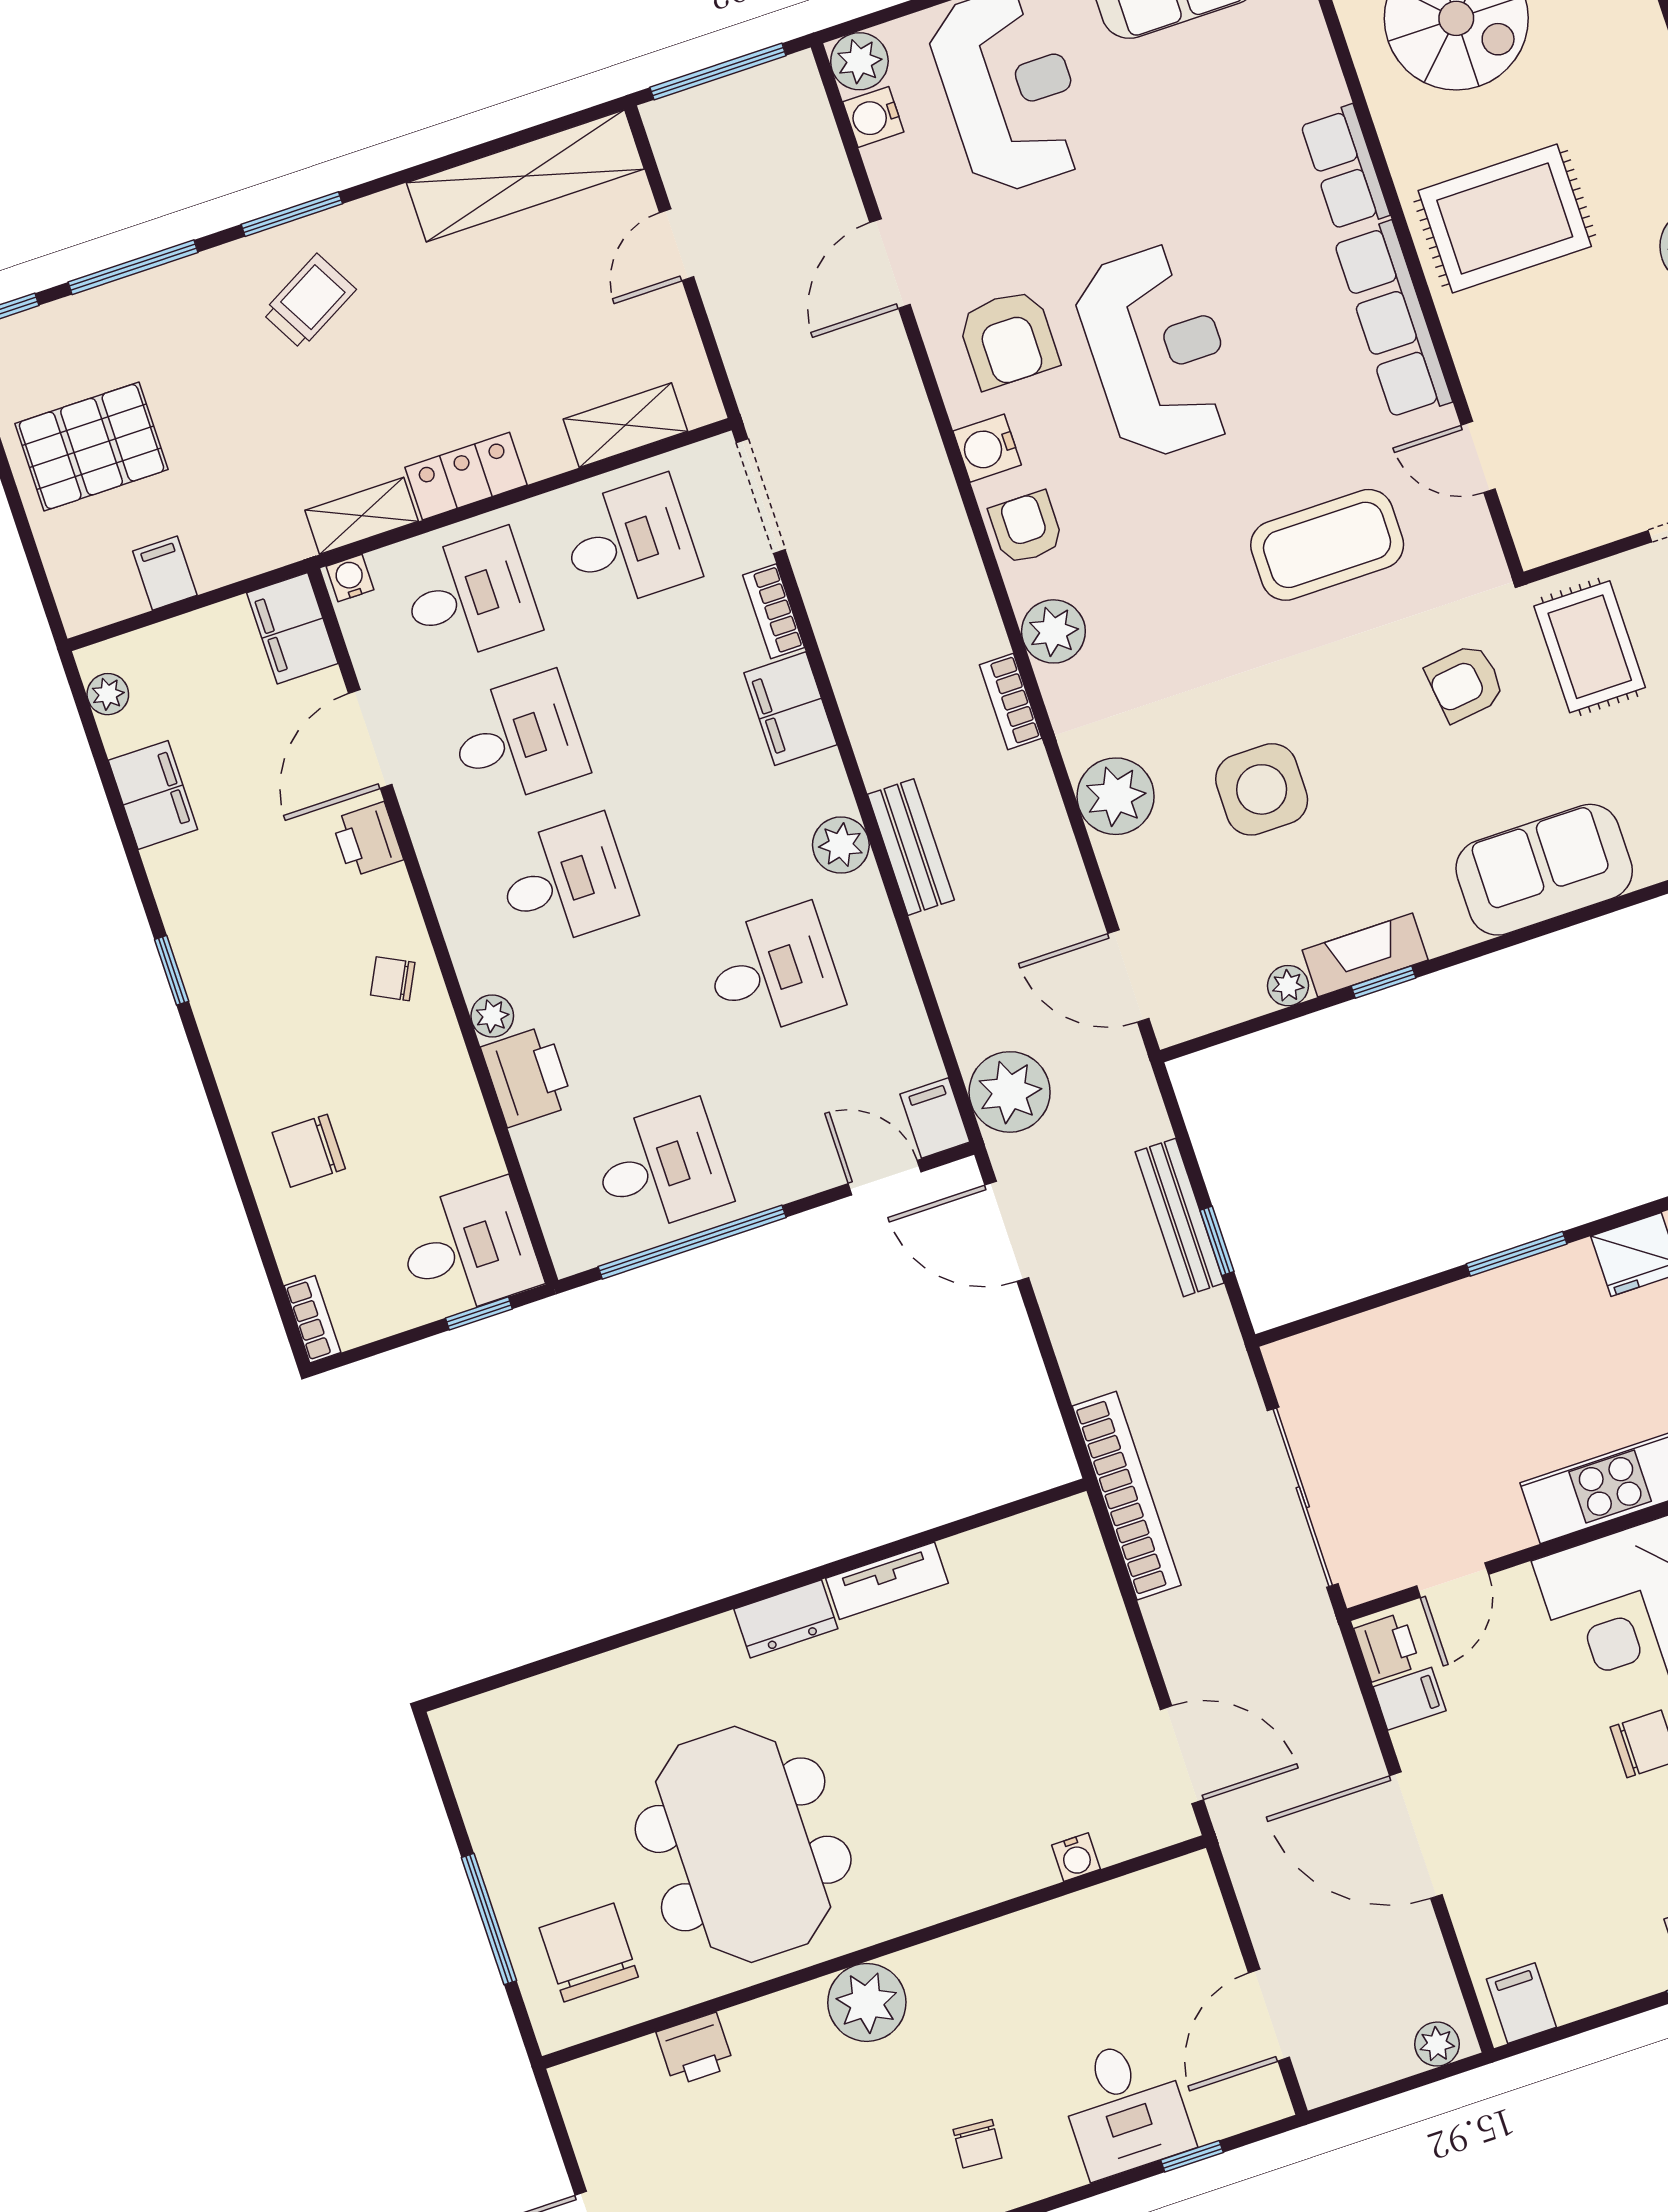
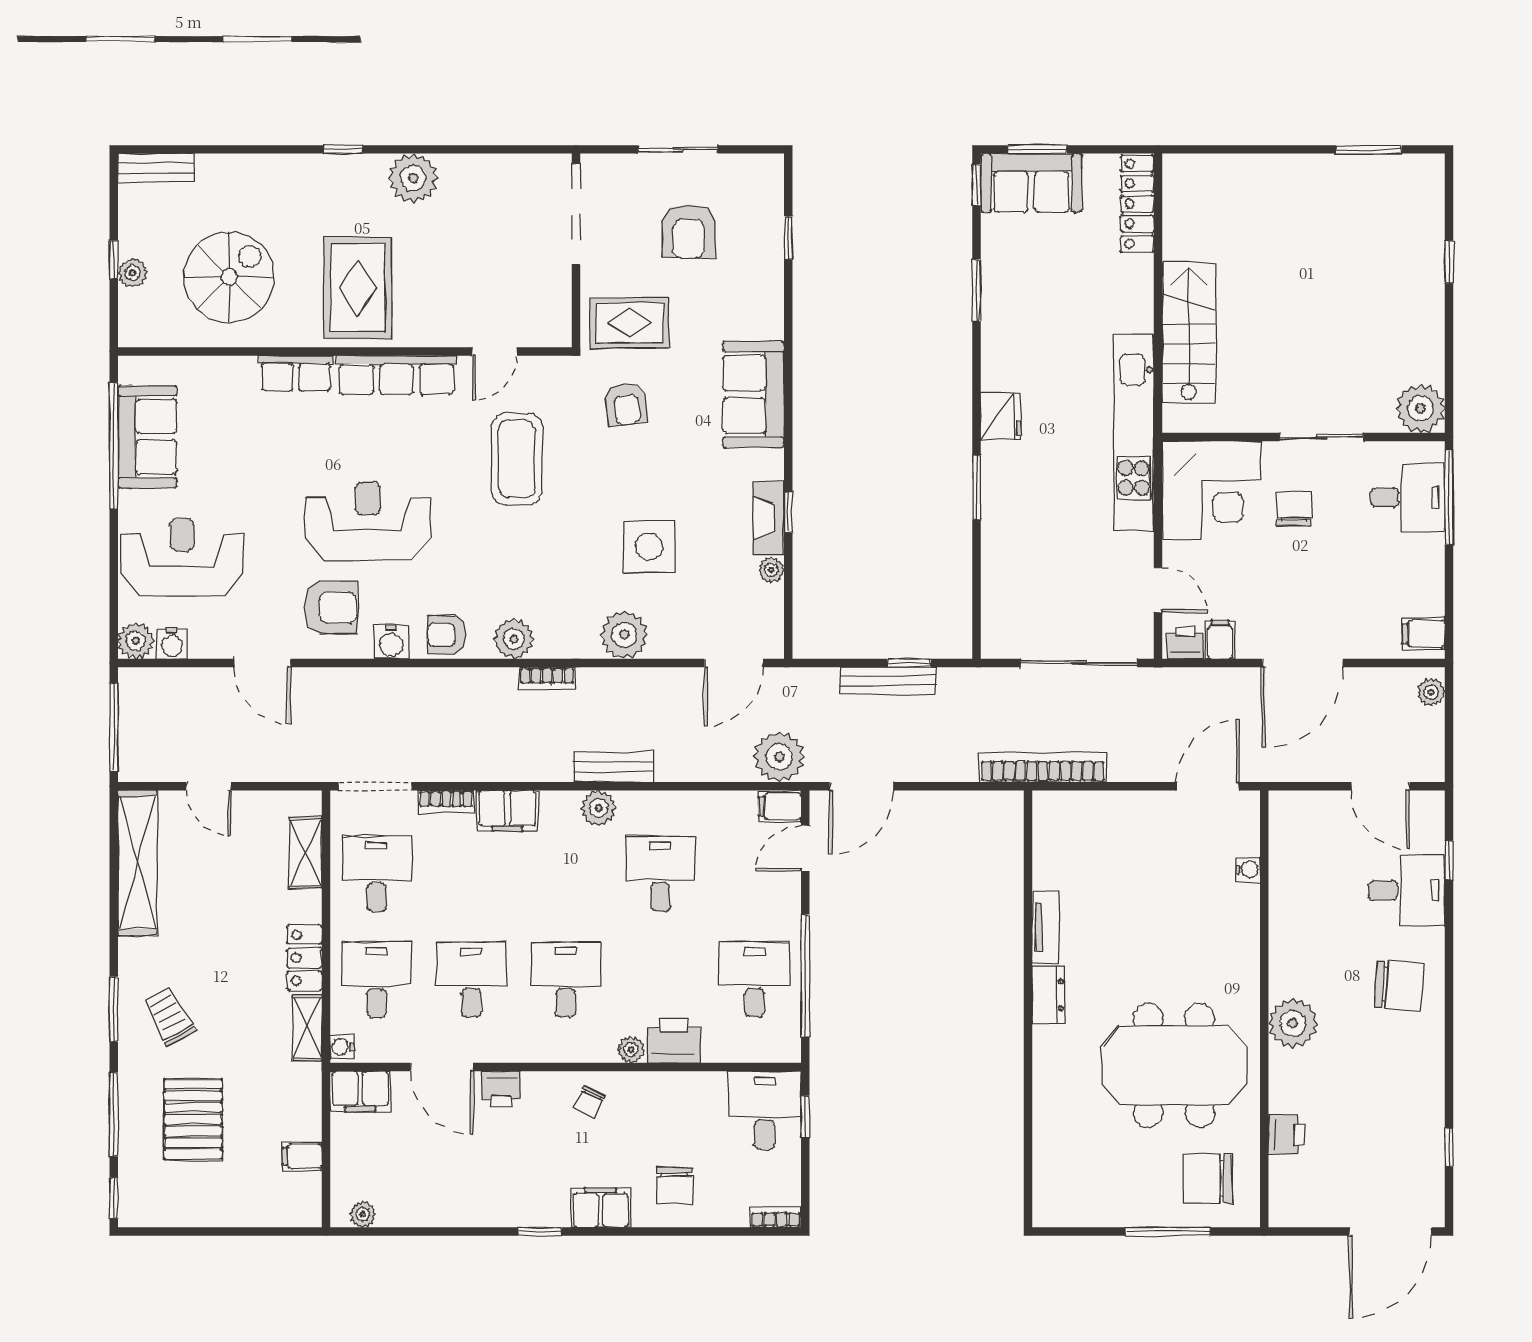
pallet: (92, 447) -> (193, 1119), moved
filing cabinet: (153, 795) -> (601, 1208), moved
chair: (978, 2144) -> (1399, 985), width x1.87, depth x1.87

